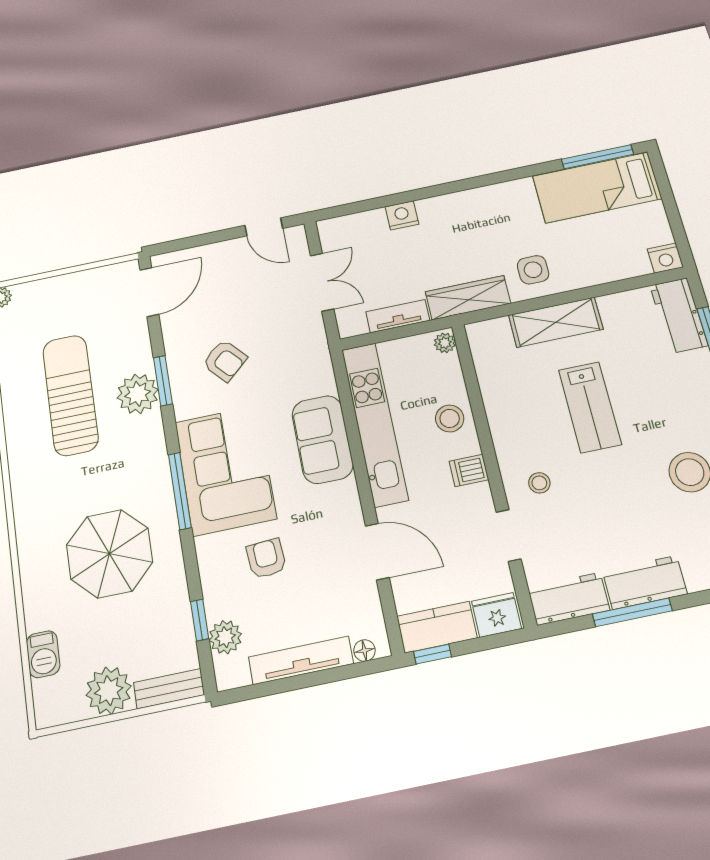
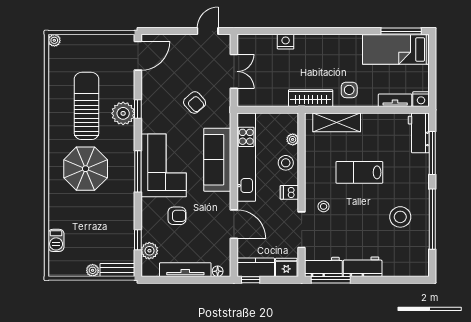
door: (264, 227) -> (208, 31), swing flipped
tv unit: (398, 316) -> (395, 100), moved
shelving: (556, 322) -> (337, 122), moved
plant: (445, 343) -> (293, 139), moved
armchair: (225, 361) -> (195, 102), moved
window: (163, 381) -> (138, 109), width x0.67
lab bench: (590, 407) -> (359, 172), turned 90
sofa: (322, 439) -> (217, 160), width x1.36
doorway: (509, 536) -> (302, 230), width x1.38
parasol: (109, 554) -> (86, 169), moved
armchair: (266, 559) -> (177, 216), turned 94
window: (632, 612) -> (331, 280), moved
plant: (109, 691) -> (93, 270), width x0.53, depth x0.53

